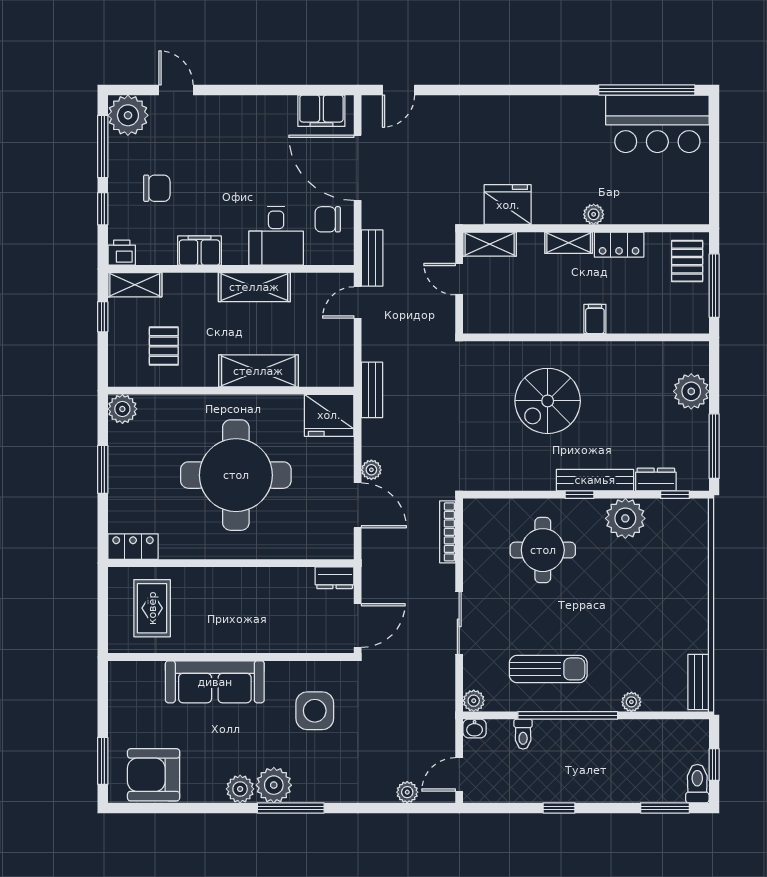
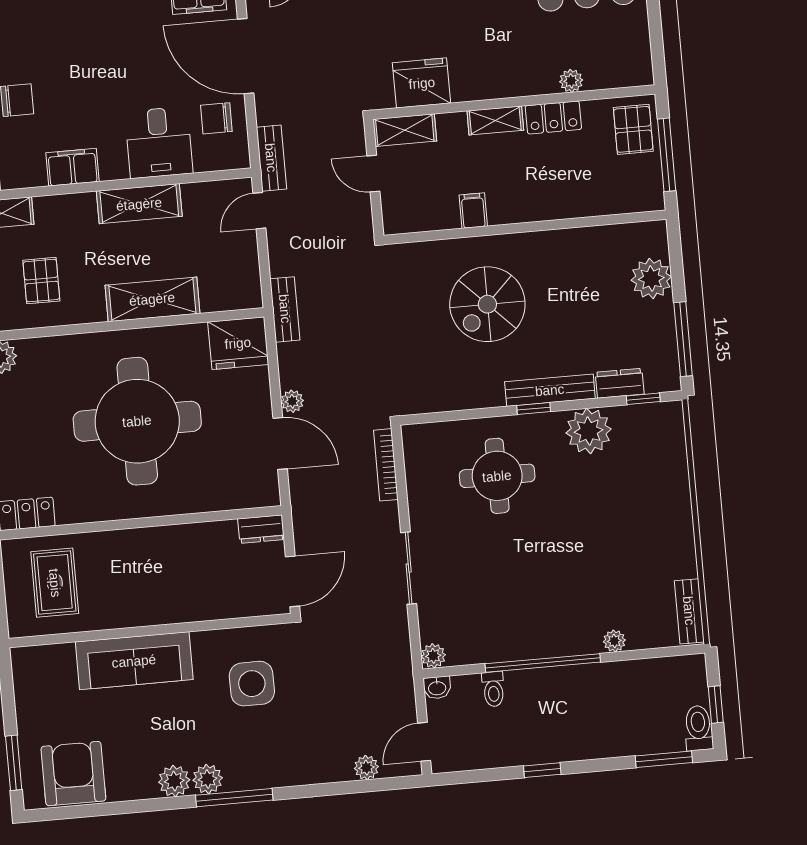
plant: (594, 214) -> (571, 81), moved
filing cabinet: (595, 319) -> (473, 211), moved
sun lounger: (548, 669) -> (516, 612), removed
armchair: (154, 775) -> (73, 774), turned 90
plant: (274, 785) -> (208, 779), width x0.73, depth x0.73

